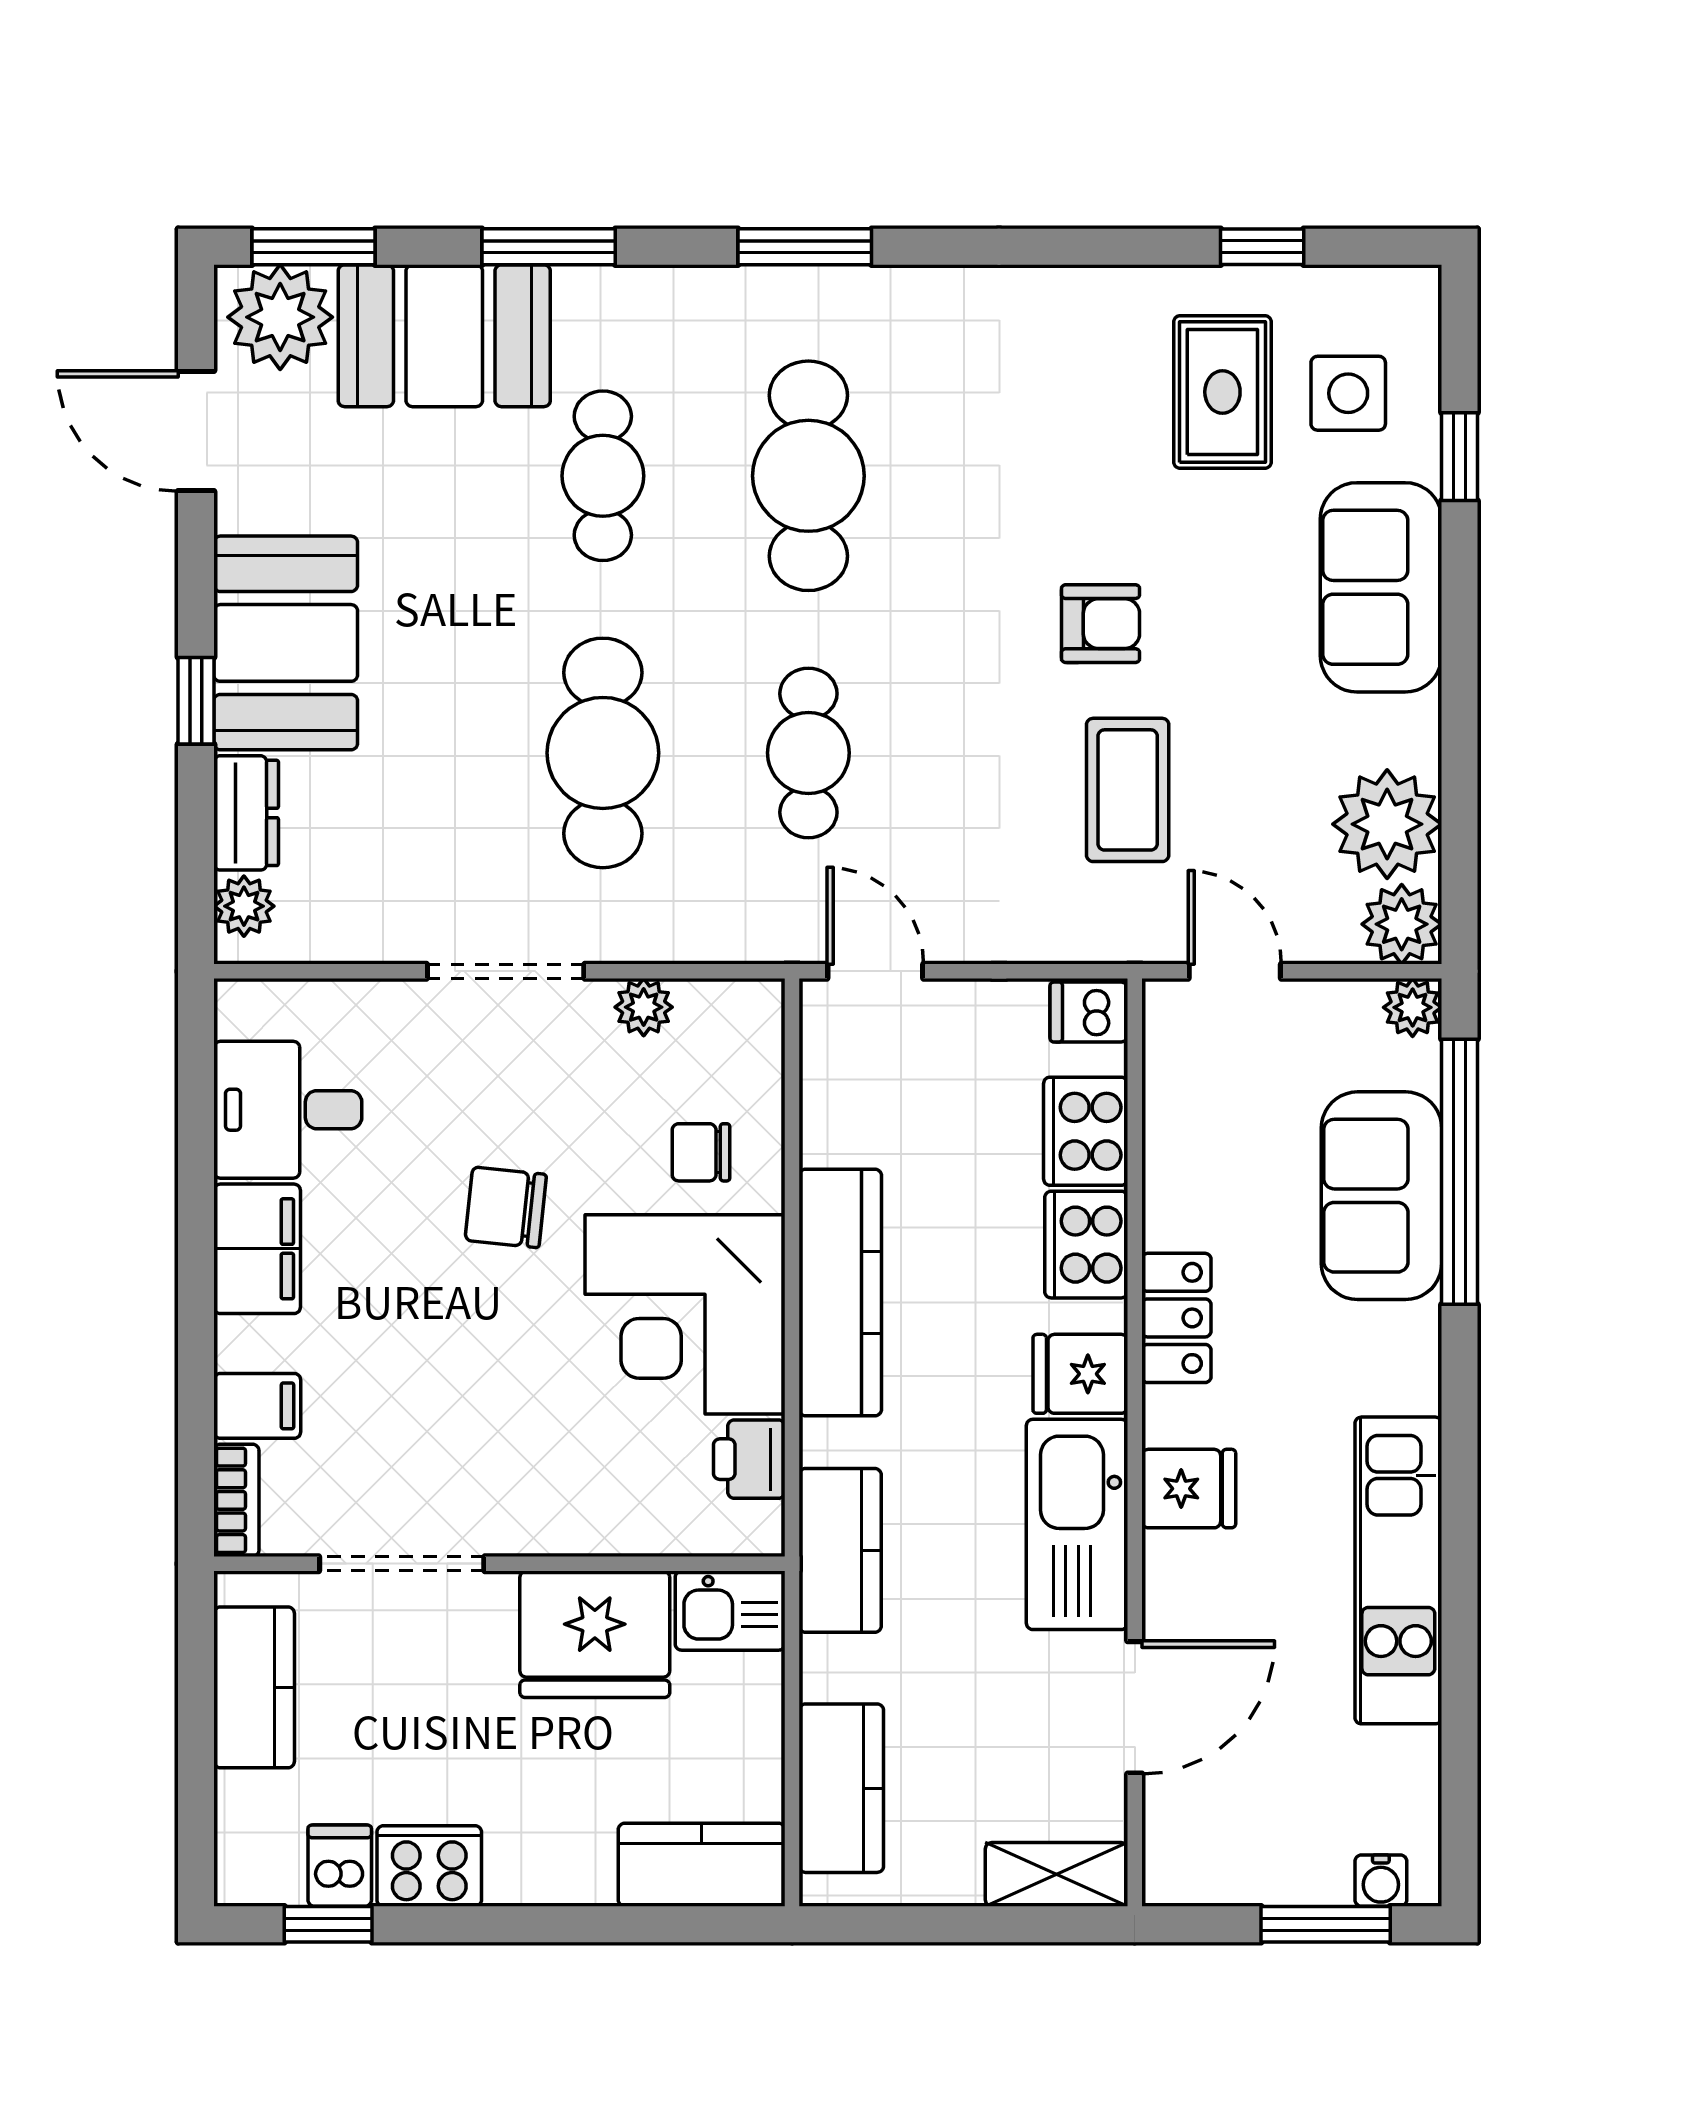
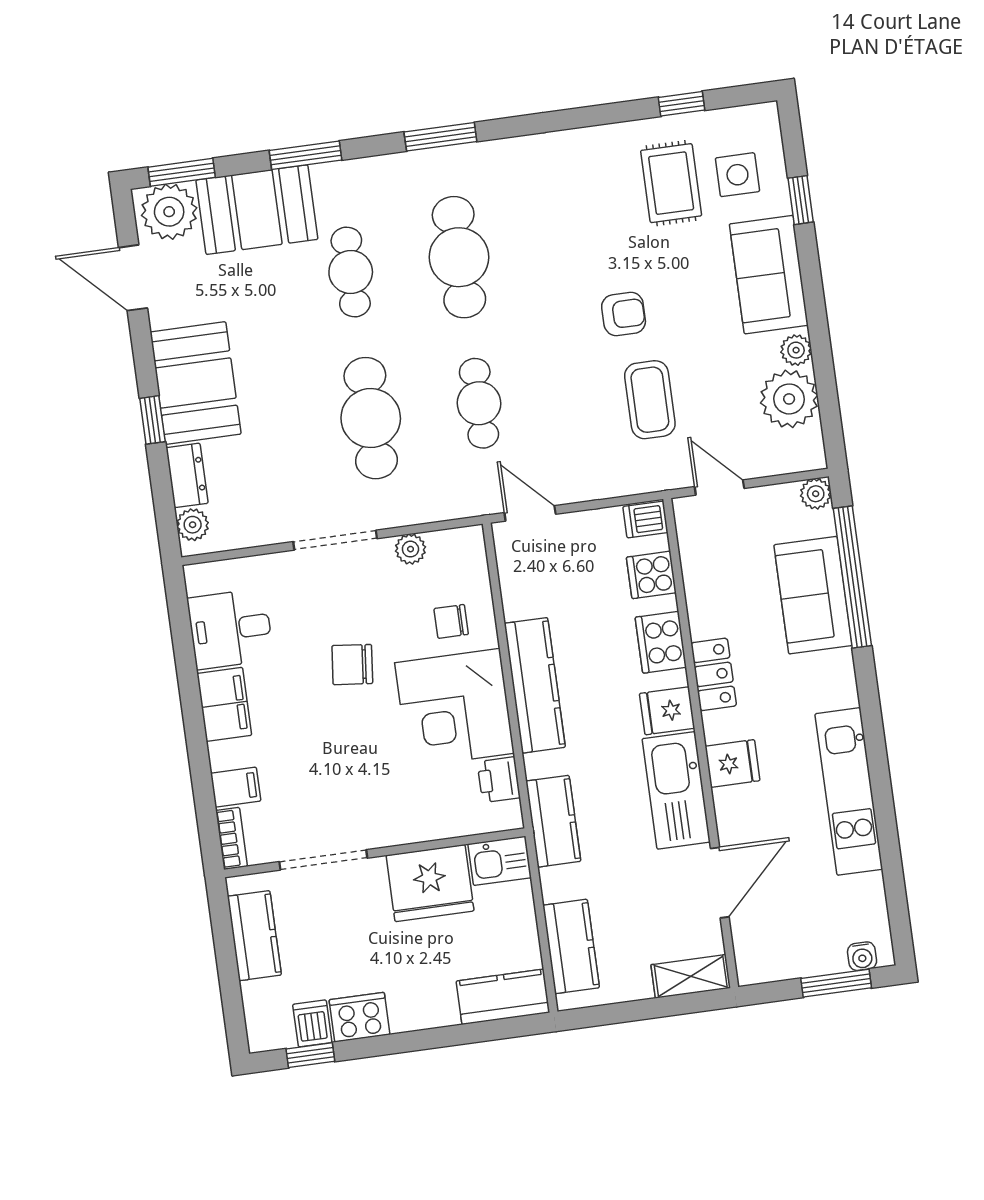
plant: (1402, 924) -> (796, 350), moved, width x0.73, depth x0.73
cooker: (1086, 1131) -> (651, 575), width x0.73

